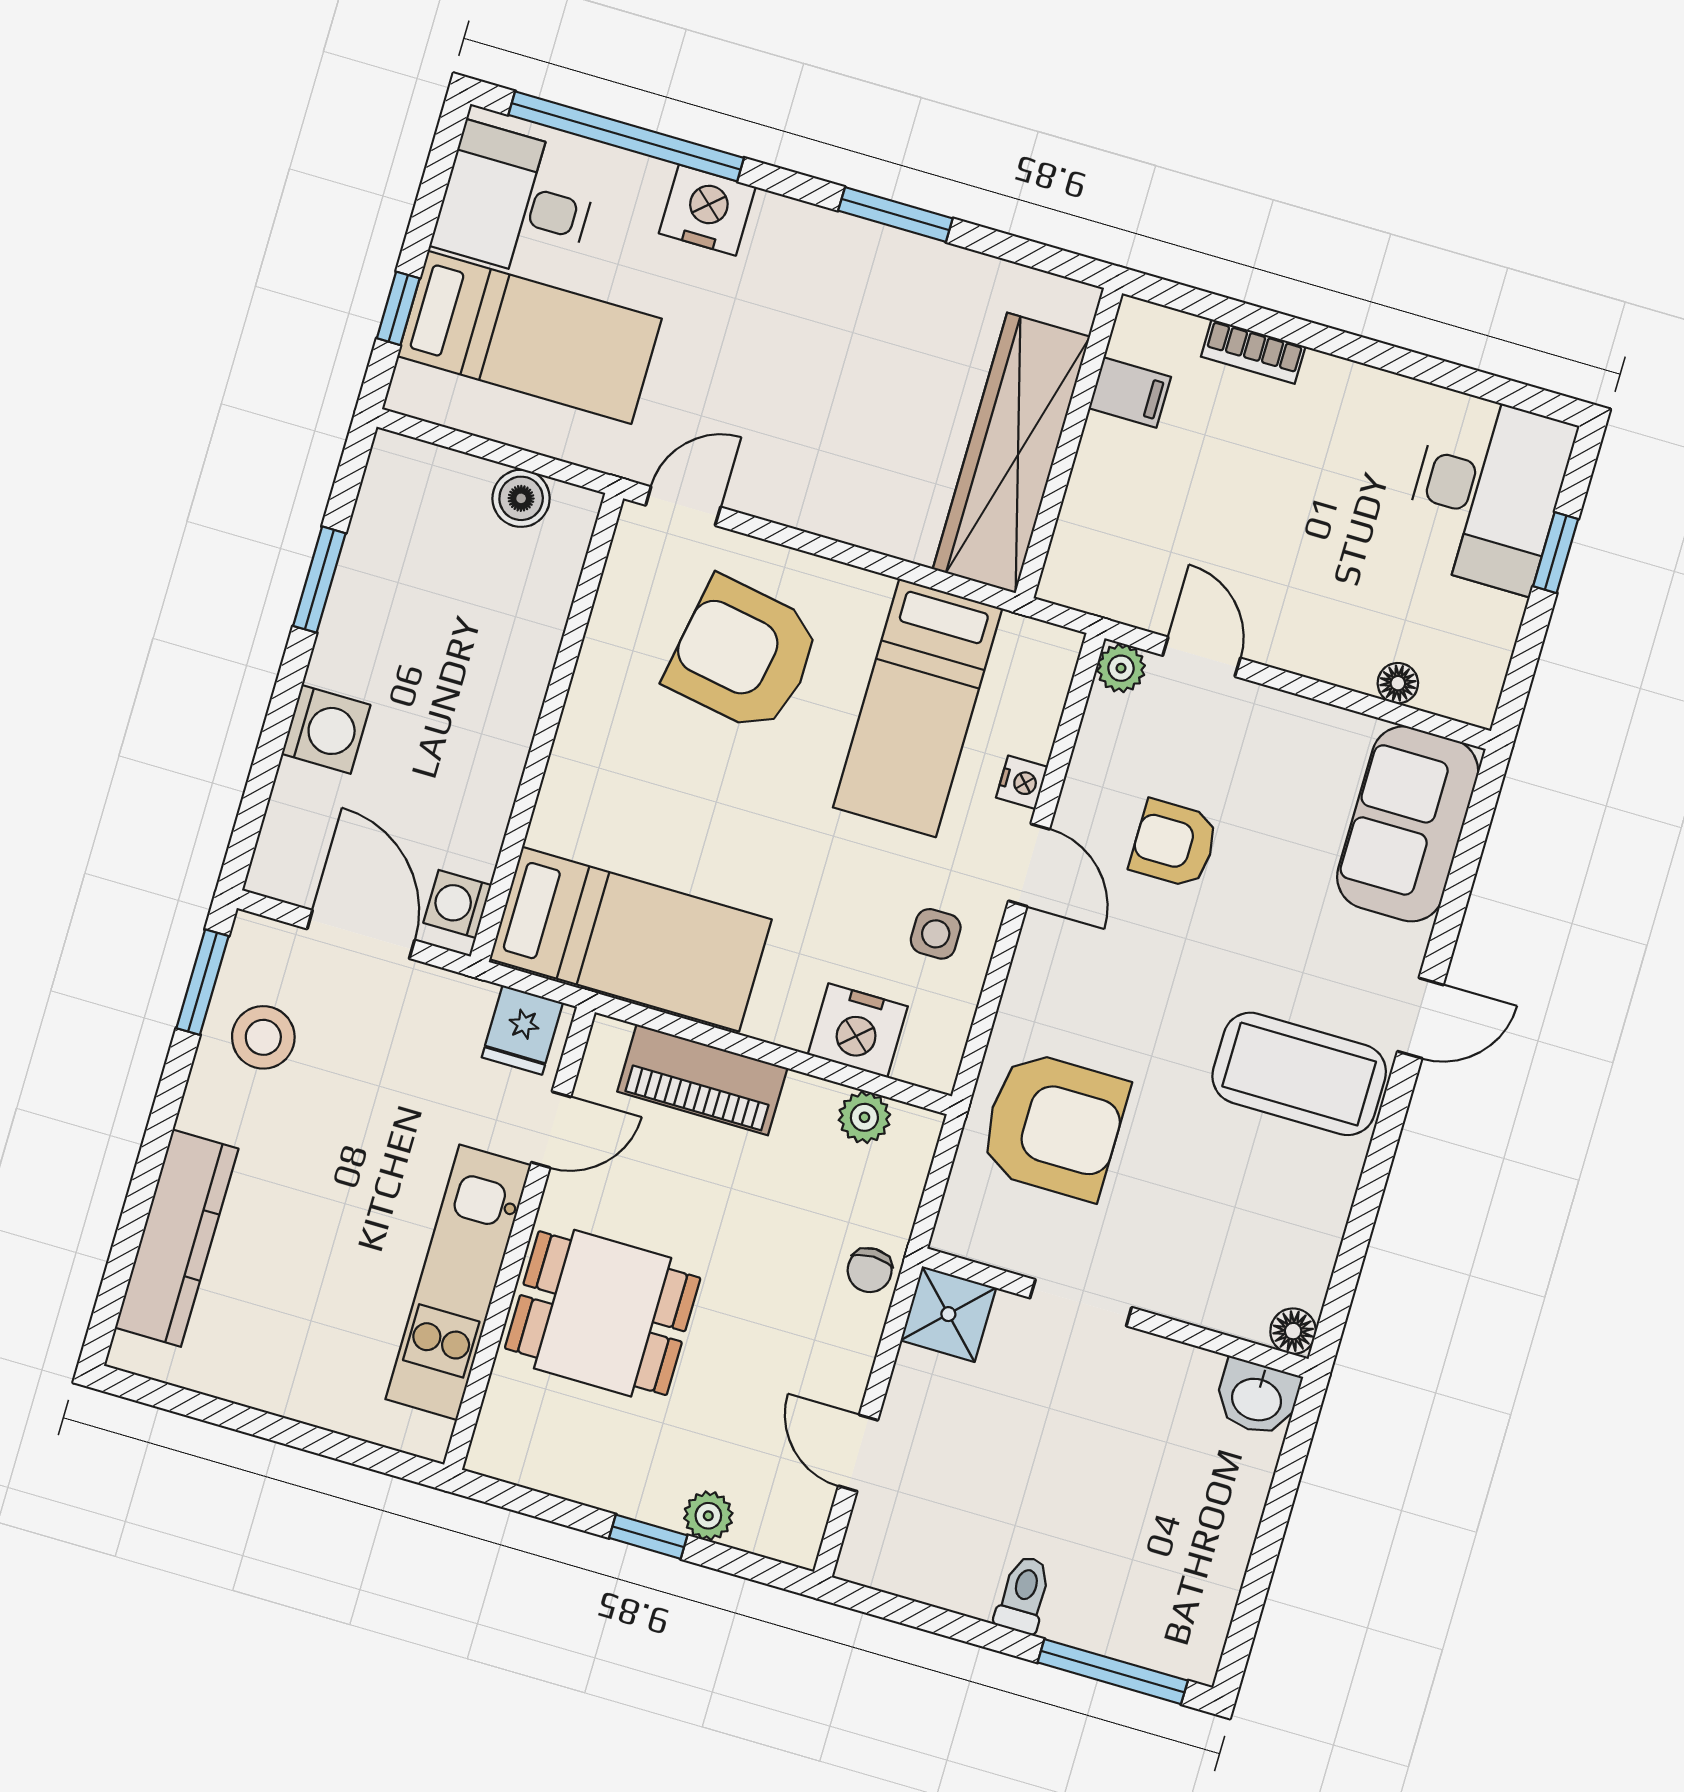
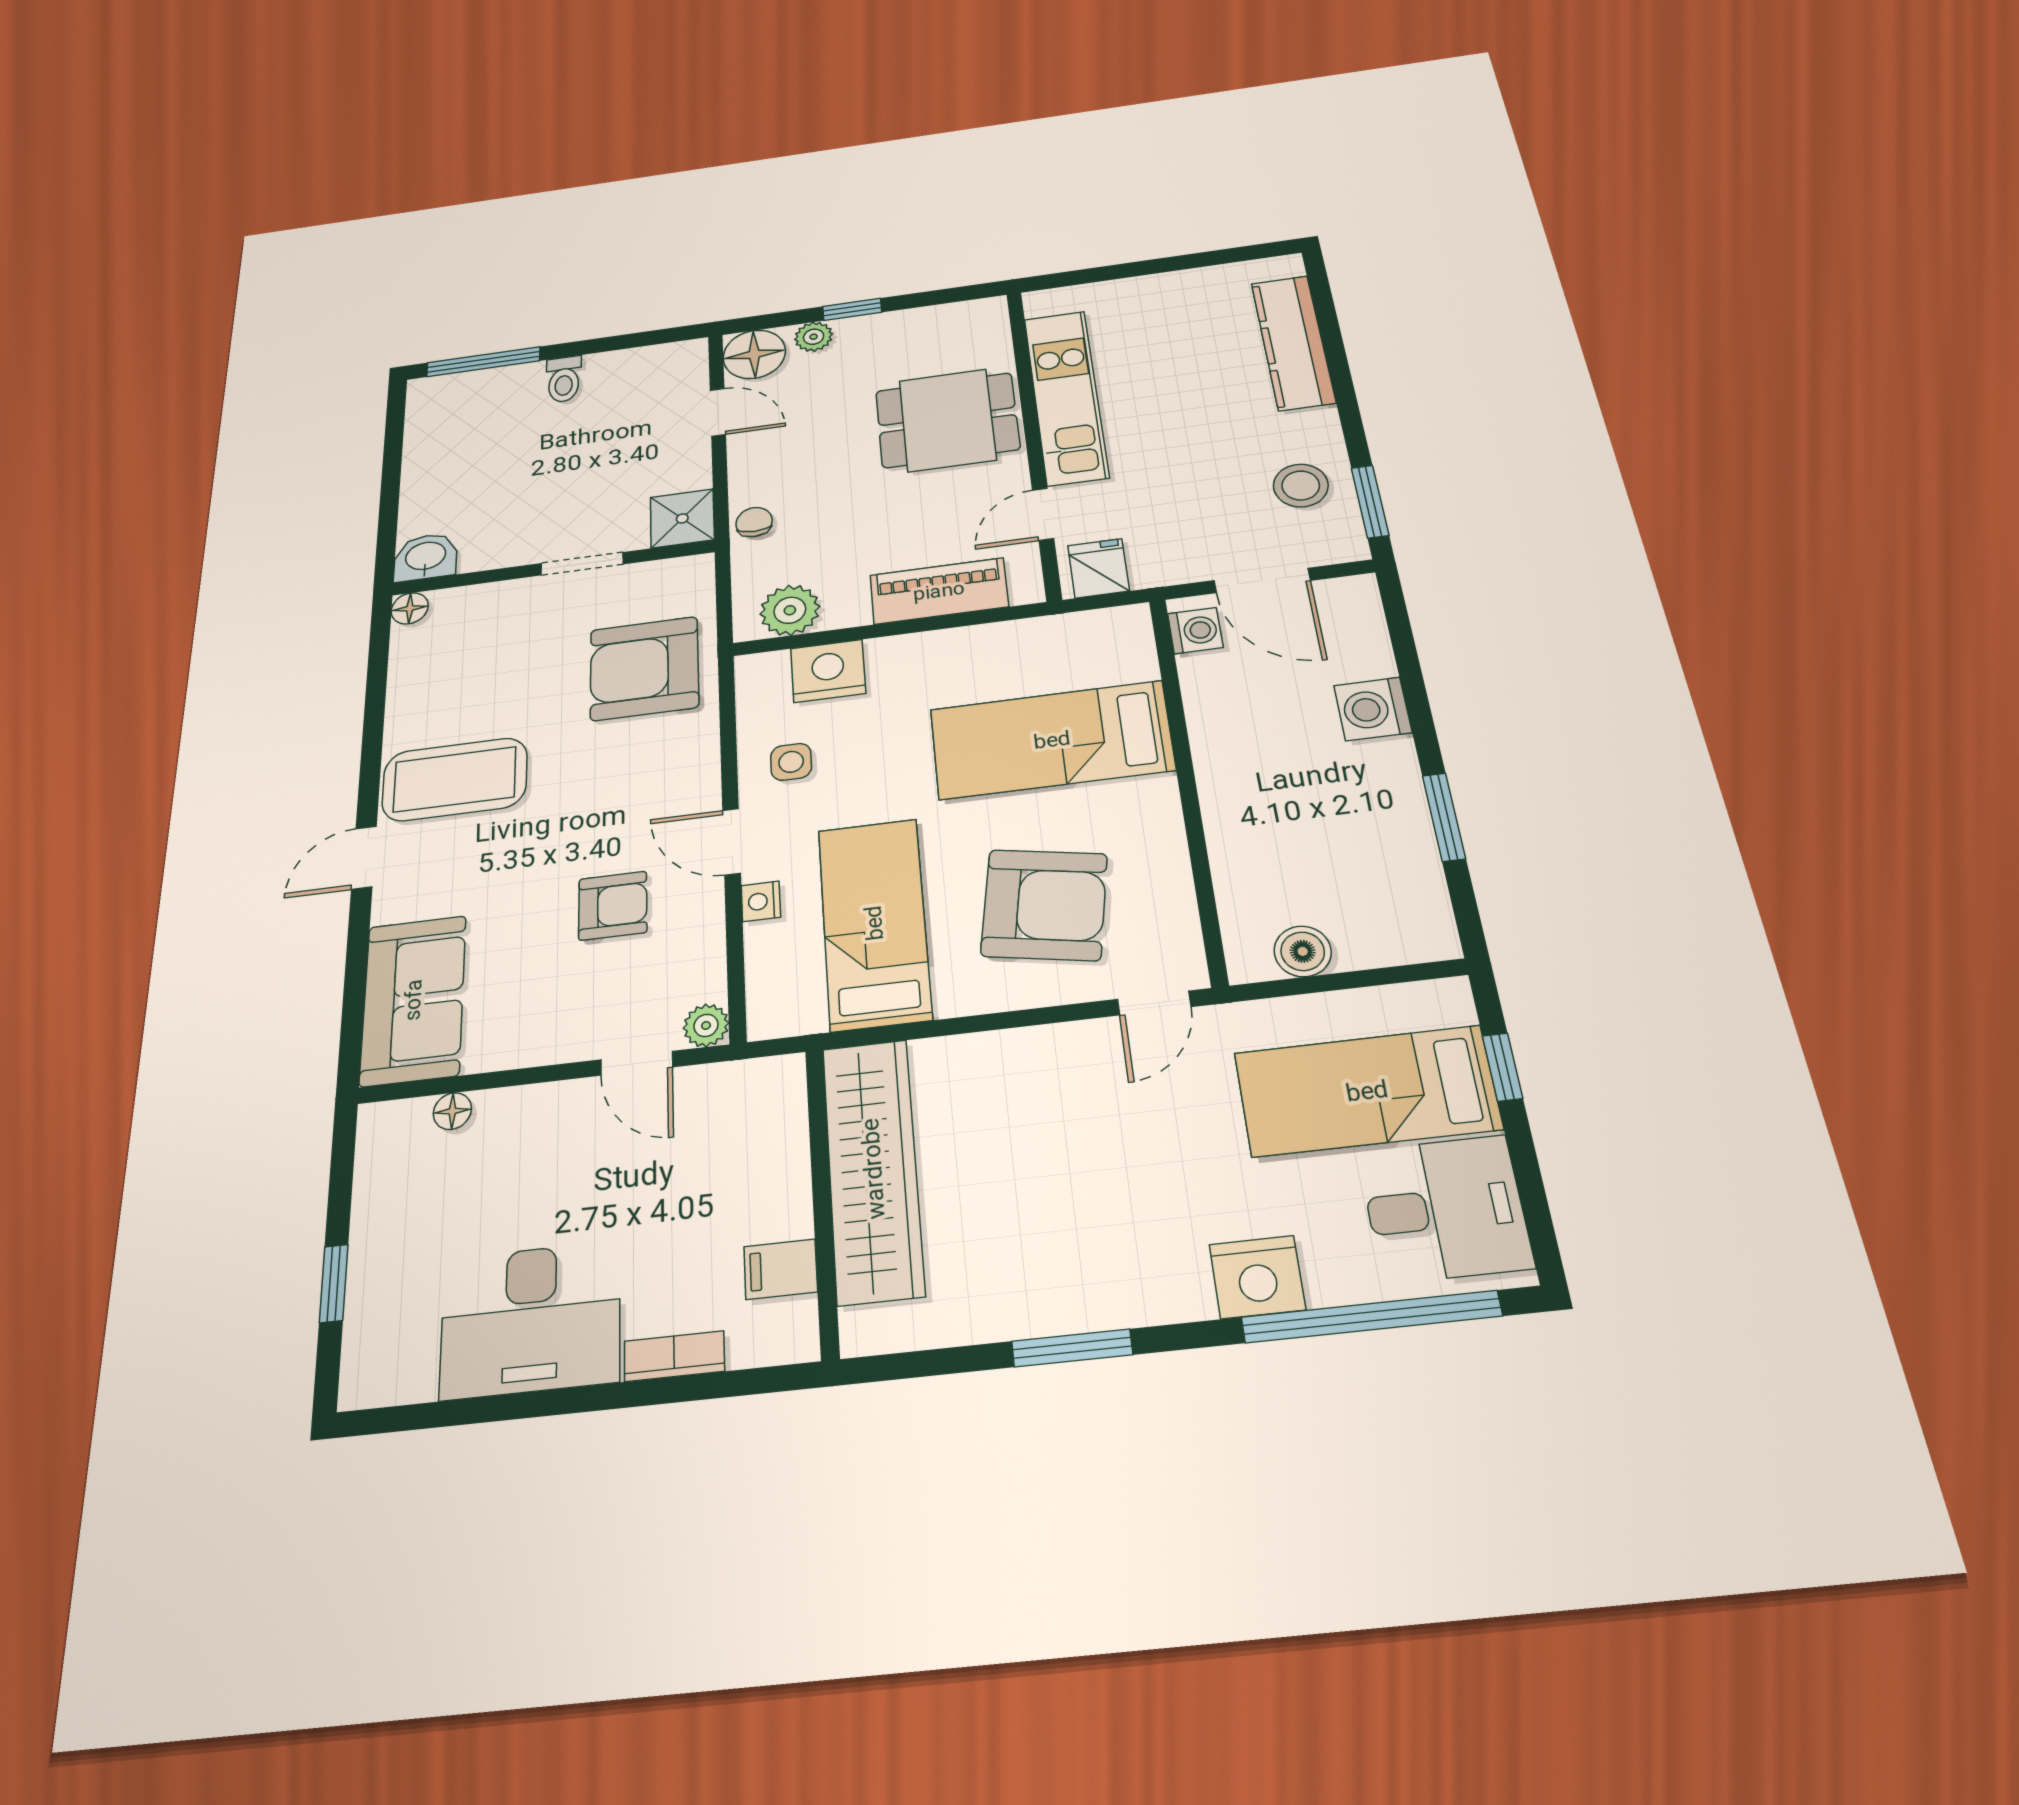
desk: (1487, 492) -> (530, 1320), moved, turned -90
bed: (630, 939) -> (1052, 740), moved
plant: (864, 1117) -> (790, 610), width x1.38, depth x1.38
floor lamp: (787, 1522) -> (754, 354), added

